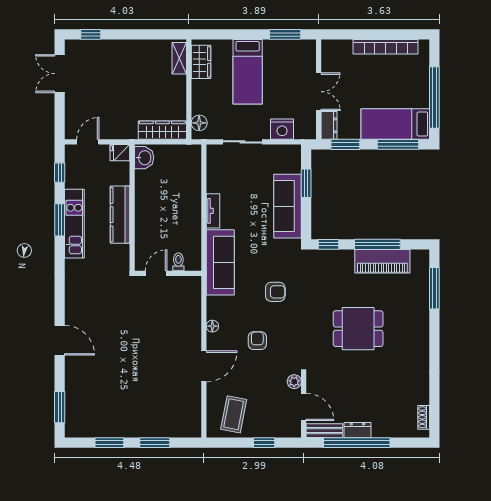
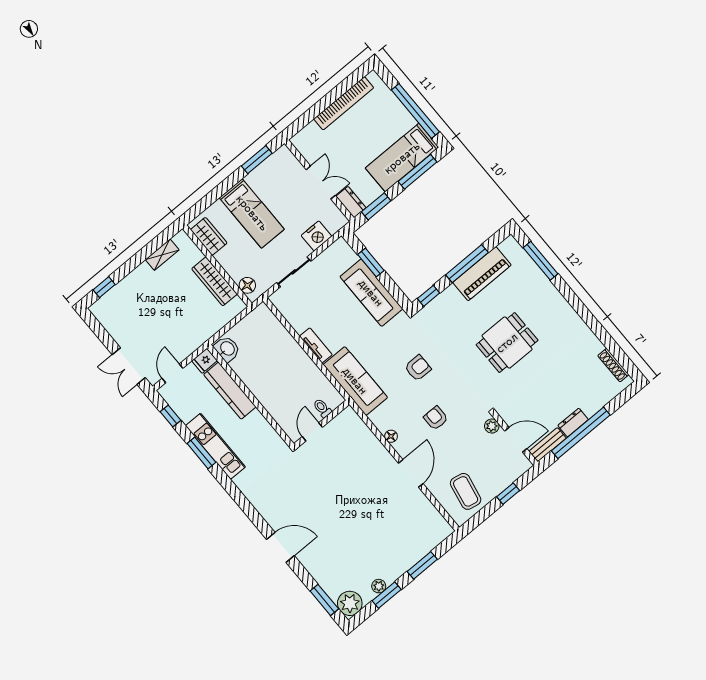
shelving: (179, 58) -> (162, 255), moved, turned 90
double door: (60, 74) -> (129, 366), moved
wardrobe: (162, 130) -> (214, 281), moved, turned -90
kitchen counter: (120, 215) -> (230, 391), moved
shoe rack: (424, 417) -> (613, 365), width x1.43
plant: (77, 426) -> (350, 603), added
plant: (109, 431) -> (379, 586), added

